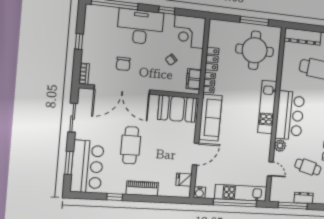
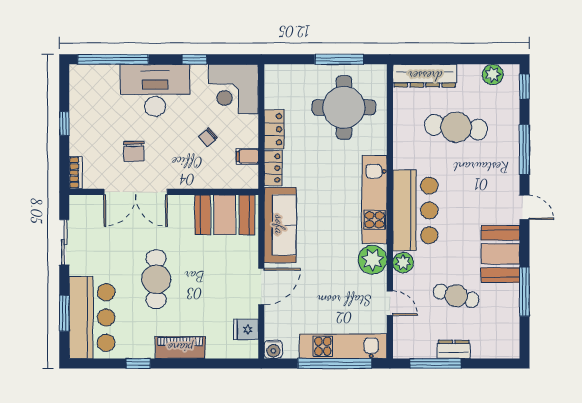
filing cabinet: (194, 79) -> (247, 156), width x0.50
double door: (122, 90) -> (136, 192), width x0.73
plant: (263, 143) -> (373, 260), added

